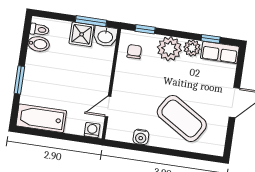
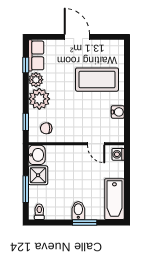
window: (91, 21) -> (26, 189), moved
bidet: (39, 44) -> (78, 211), moved
coffee table: (182, 118) -> (97, 80), turned 58

